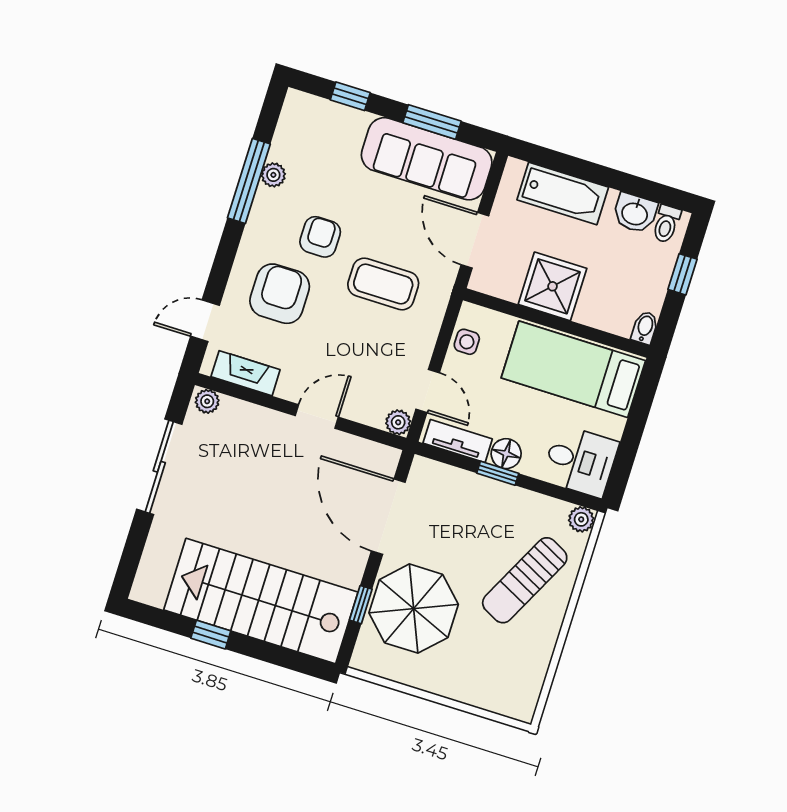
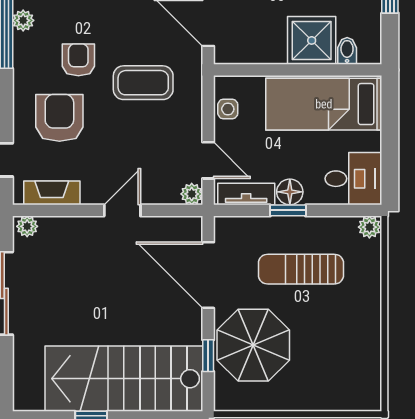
shower: (552, 286) -> (312, 40), moved
bidet: (645, 328) -> (347, 51), moved
sun lounger: (525, 580) -> (301, 269), moved, turned 63

